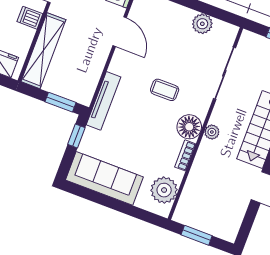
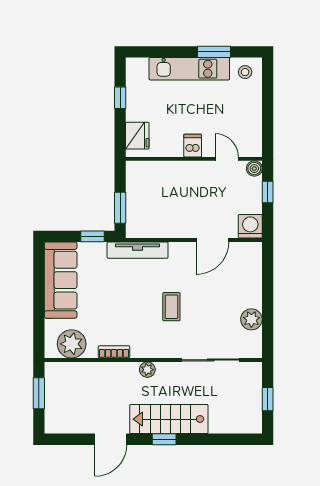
shelving: (43, 51) -> (165, 171), removed
floor lamp: (189, 127) -> (144, 345), removed

